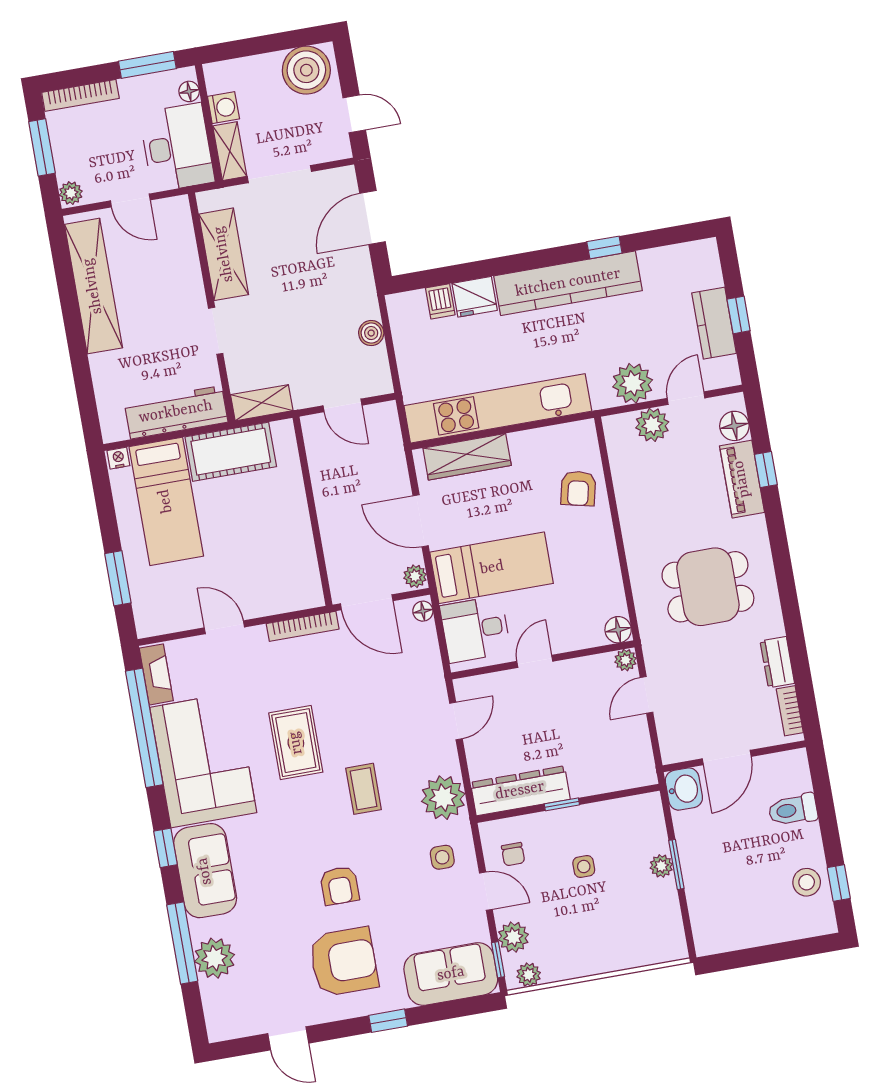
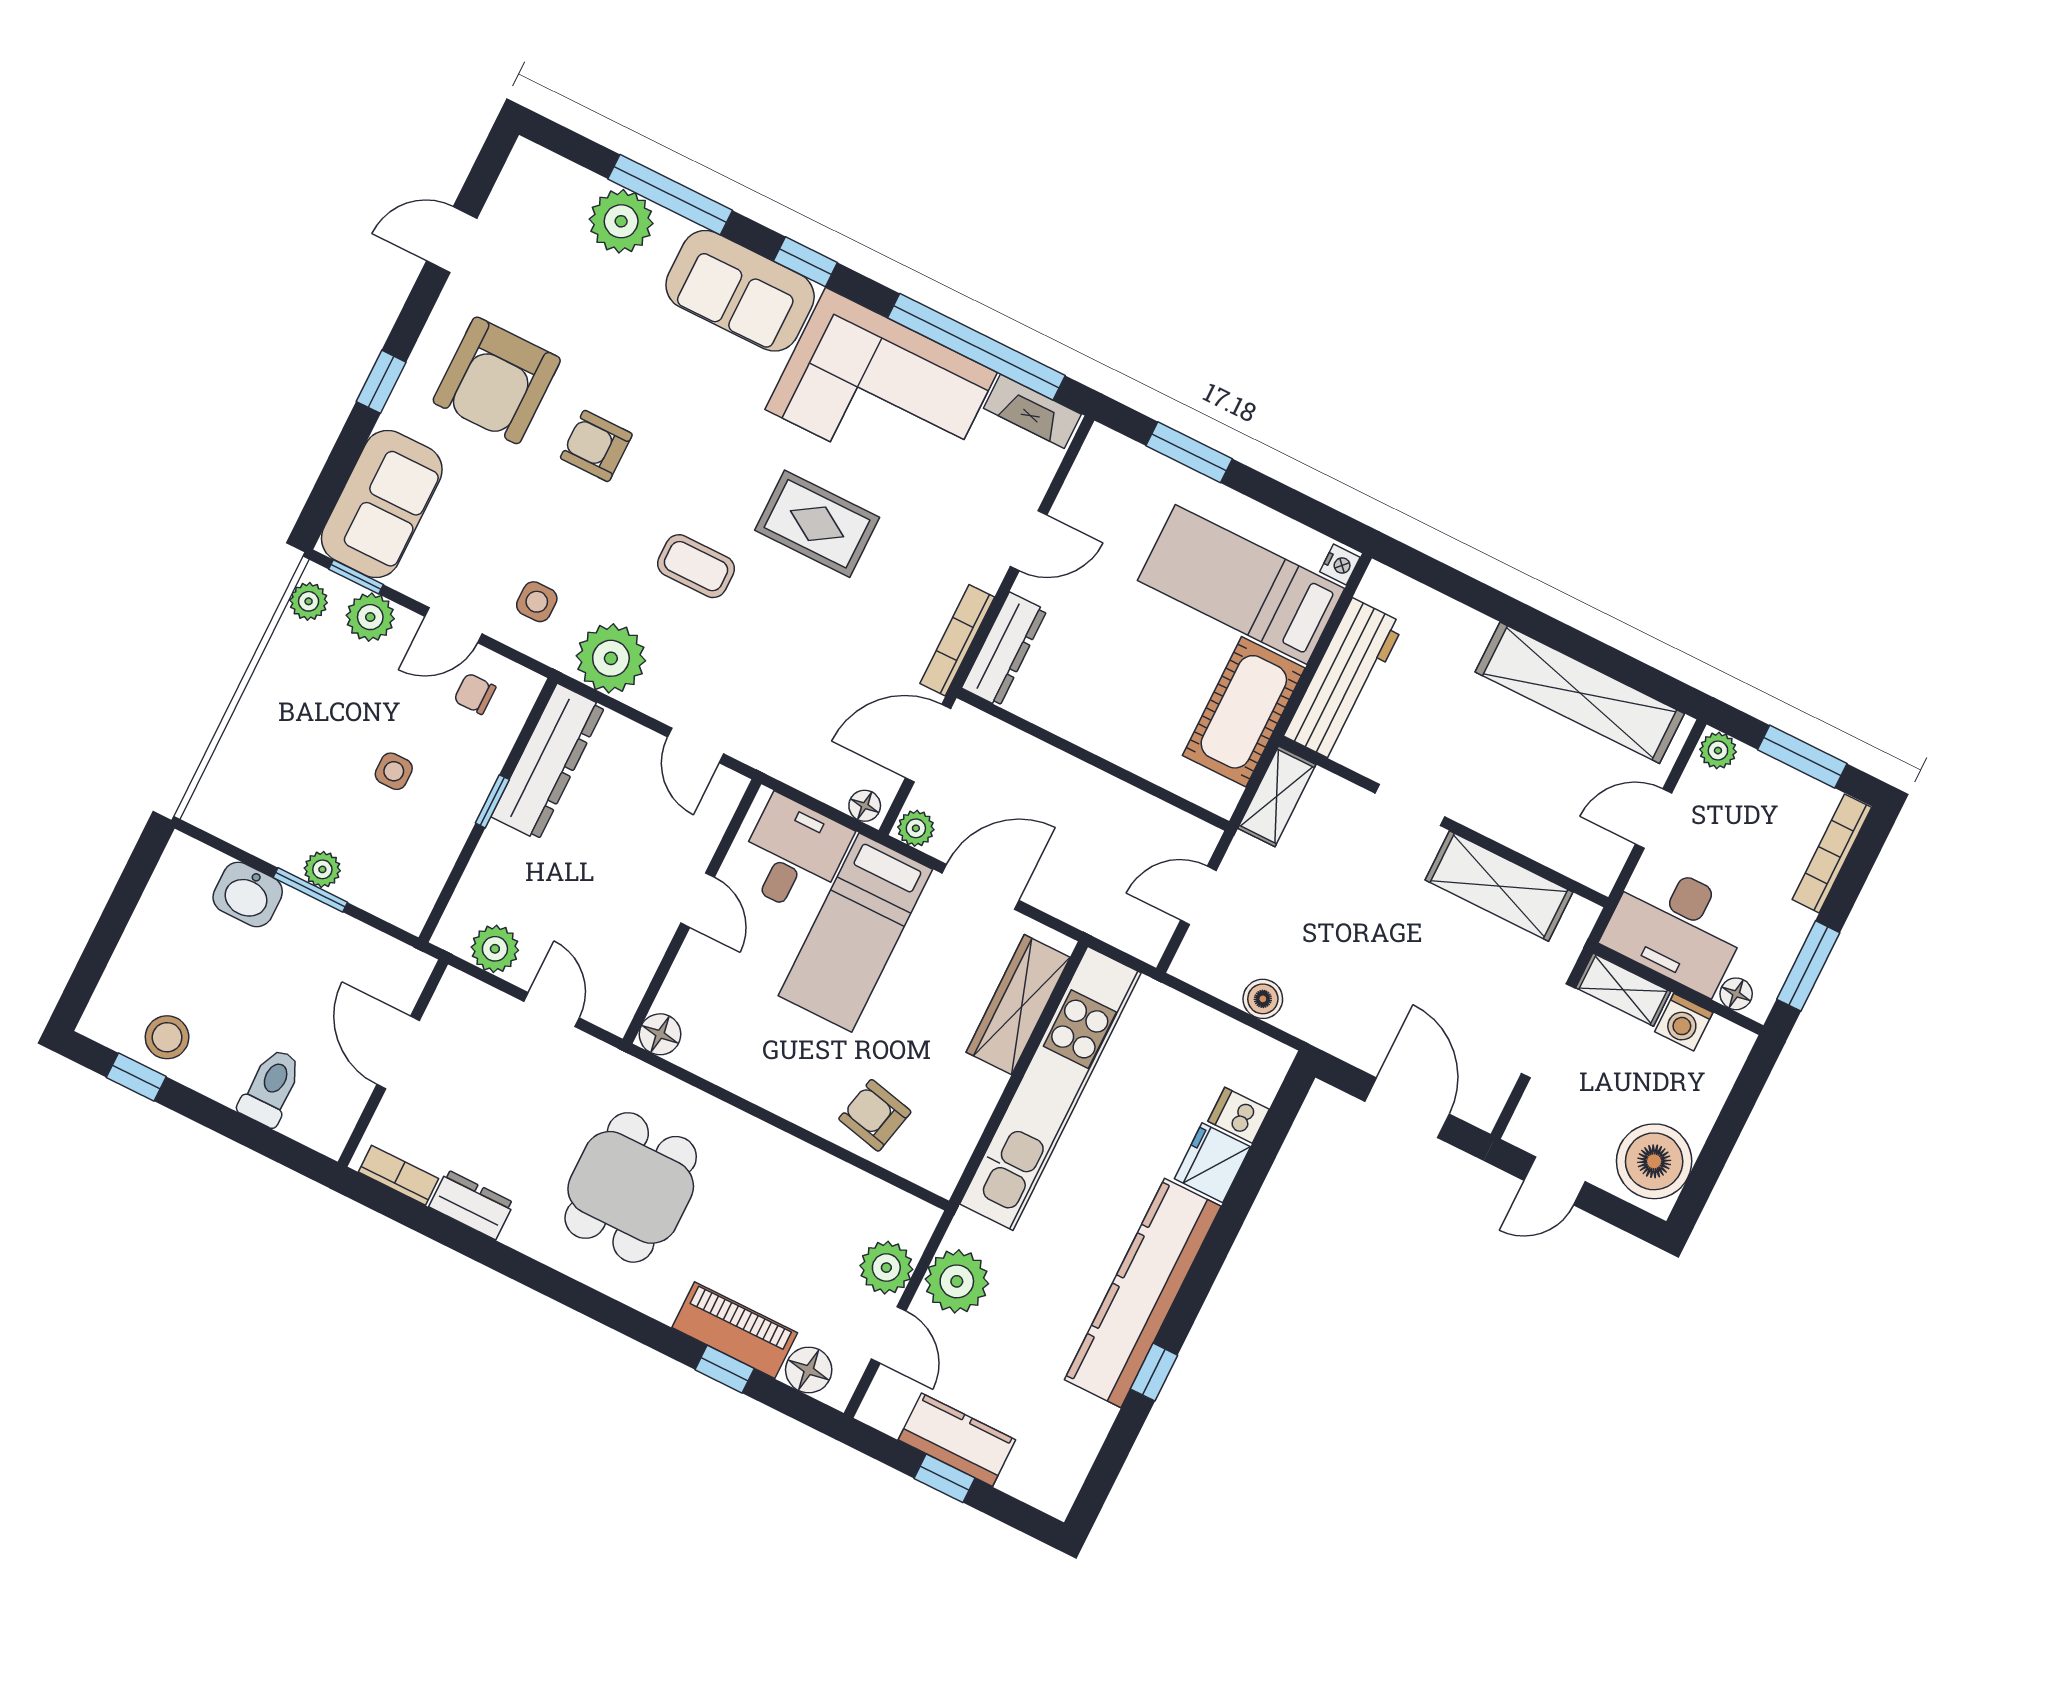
dresser: (289, 599) -> (1004, 649), added
plant: (626, 660) -> (495, 949), moved, width x1.38, depth x1.38
washbasin: (684, 789) -> (248, 894), moved

